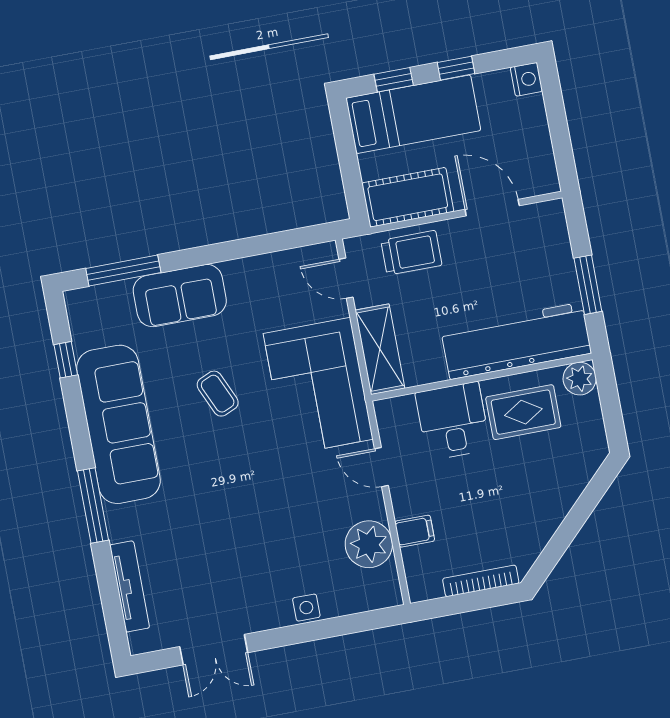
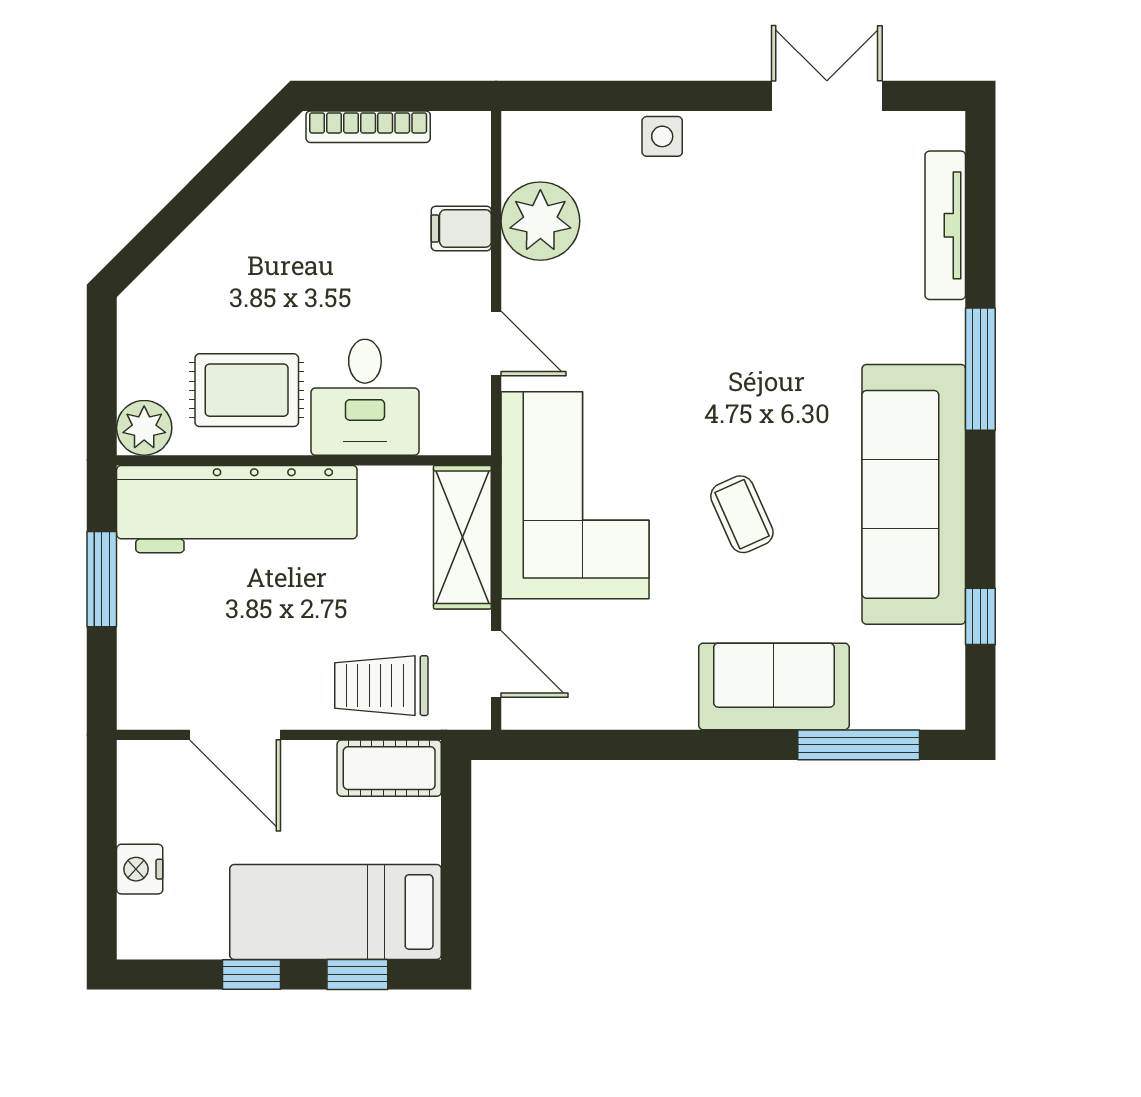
nightstand: (526, 79) -> (140, 869), moved
cot: (408, 197) -> (389, 768), width x0.73, depth x0.75

